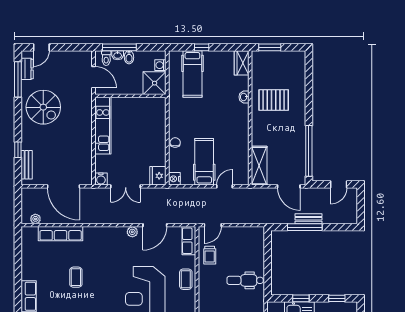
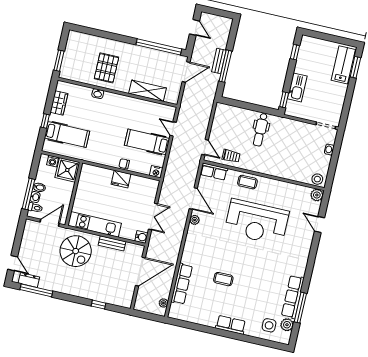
wardrobe: (242, 63) -> (59, 103), moved, turned -90
spiral stairs: (43, 107) -> (76, 251), moved, turned 90
bench: (27, 165) -> (112, 243), moved
shelving: (259, 166) -> (148, 91), moved
fridge: (158, 176) -> (121, 179), moved
window: (301, 298) -> (284, 100), moved

